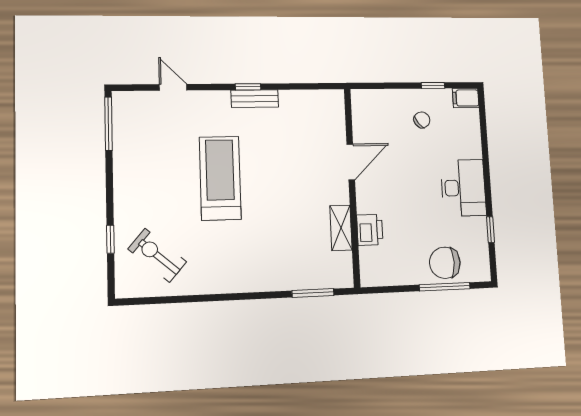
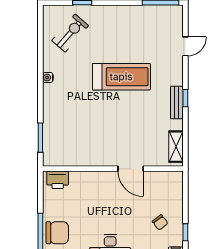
shelving: (341, 228) -> (176, 147), moved, turned 90
printer: (370, 230) -> (58, 180), moved
chair: (445, 263) -> (57, 233), turned 90
water cooler: (225, 286) -> (48, 78), added

